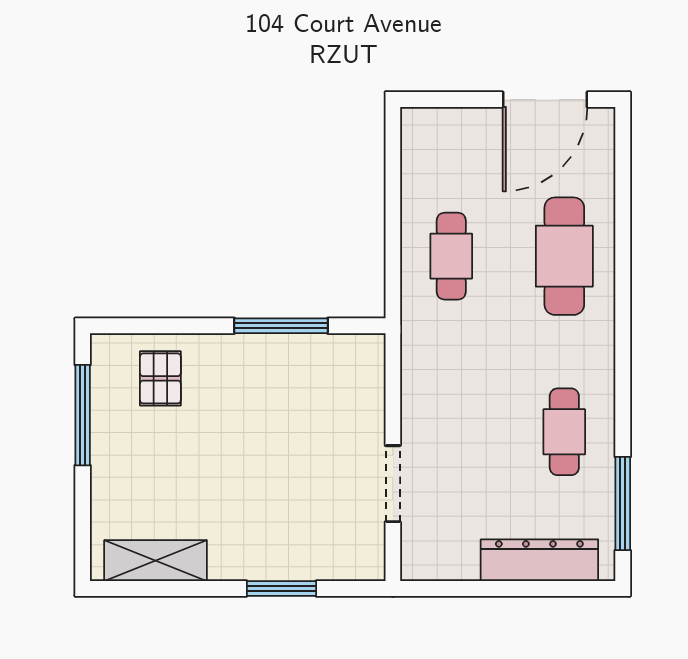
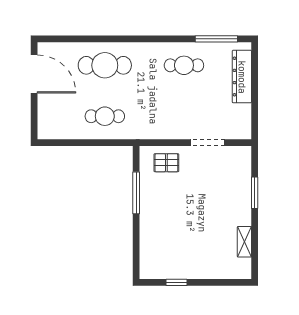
pallet: (160, 378) -> (166, 163), moved
window: (83, 415) -> (176, 282), width x0.46
shelving: (156, 561) -> (244, 242), width x0.67, depth x0.75

